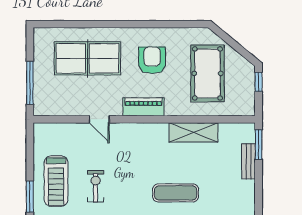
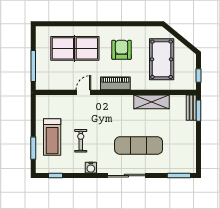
window: (259, 82) -> (198, 75), moved
door: (99, 119) -> (83, 92), swing flipped
bench: (248, 161) -> (191, 108), moved
exercise mat: (176, 193) -> (139, 146), width x1.36, depth x1.45

